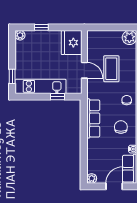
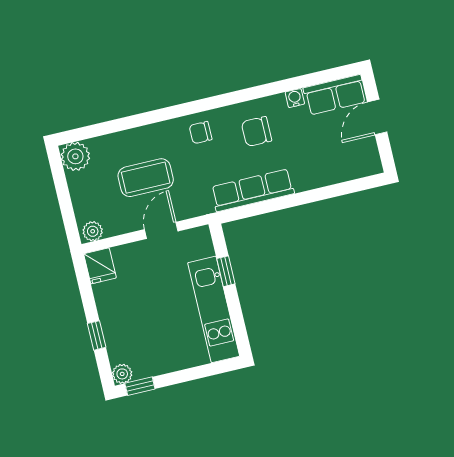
fridge: (72, 43) -> (100, 266), width x0.53, depth x0.75
window: (12, 76) -> (140, 386), moved
plant: (92, 178) -> (93, 231), moved
door: (114, 186) -> (377, 117), hinge flipped

